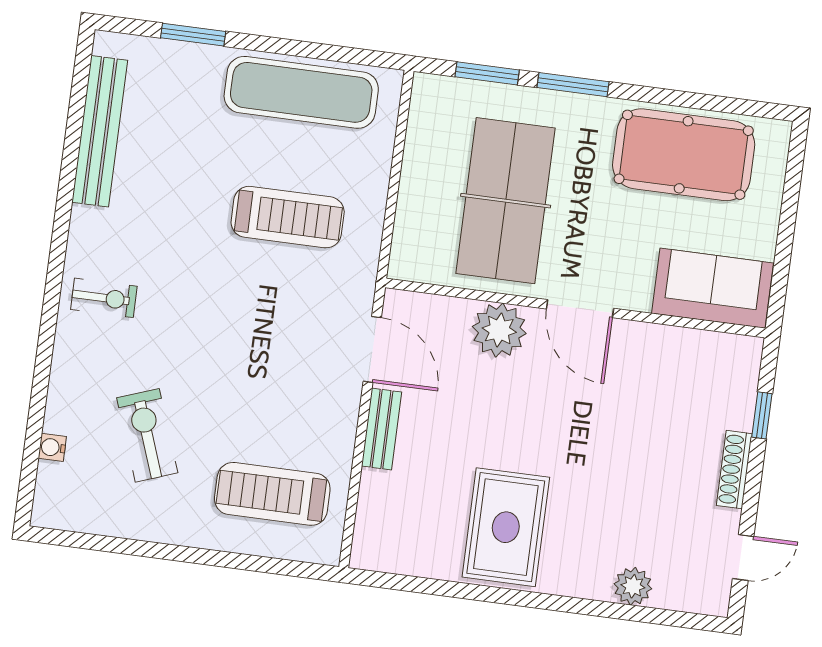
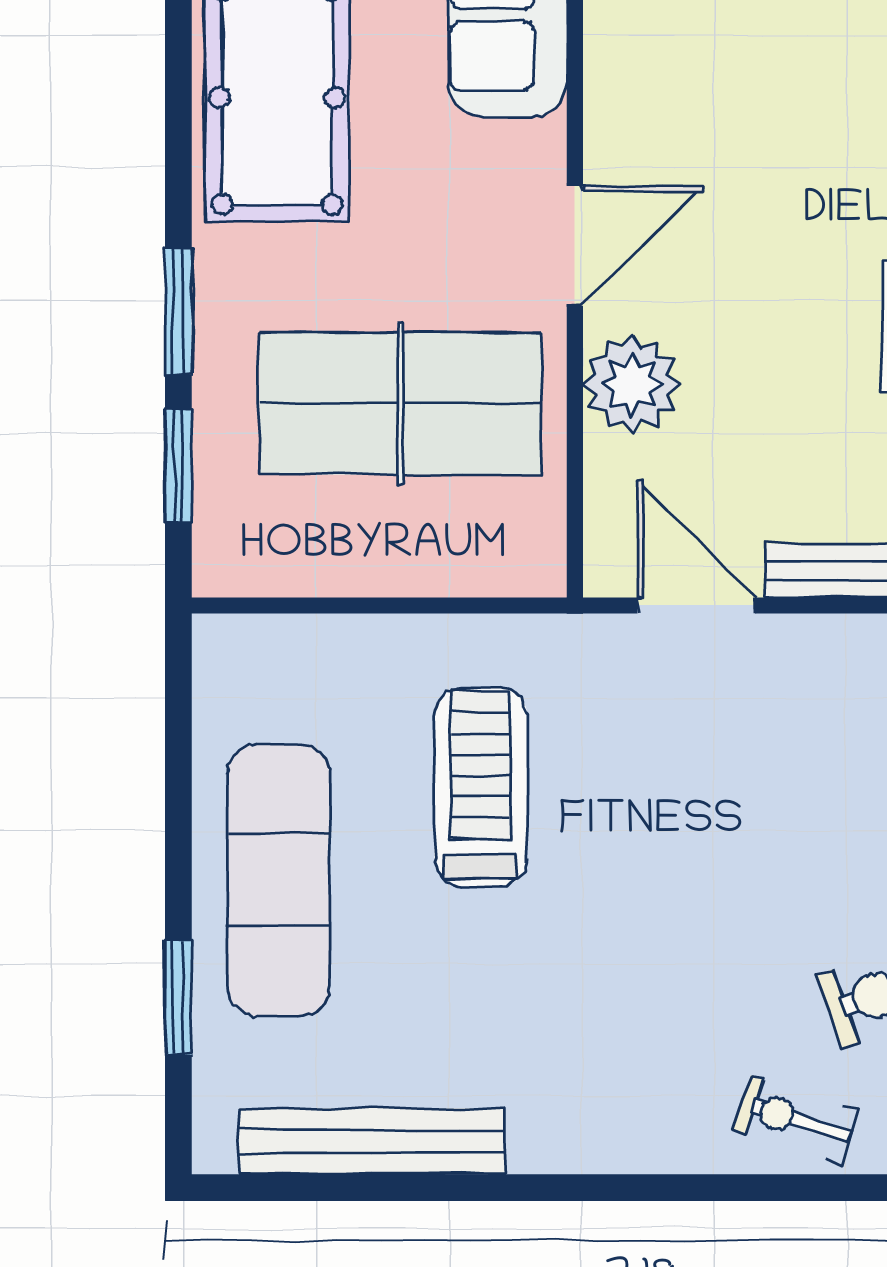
exercise mat: (301, 92) -> (278, 880), moved
exercise bike: (104, 298) -> (796, 1120), moved, turned -72
door: (372, 349) -> (696, 605), hinge flipped

